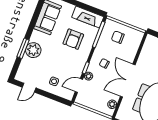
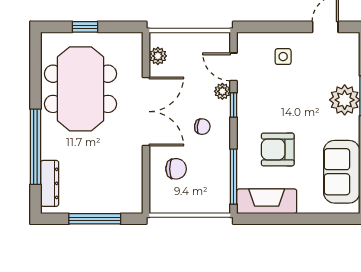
chair: (118, 37) -> (176, 169), moved
armchair: (73, 39) -> (278, 149), turned -90
door: (79, 85) -> (234, 67), swing flipped

